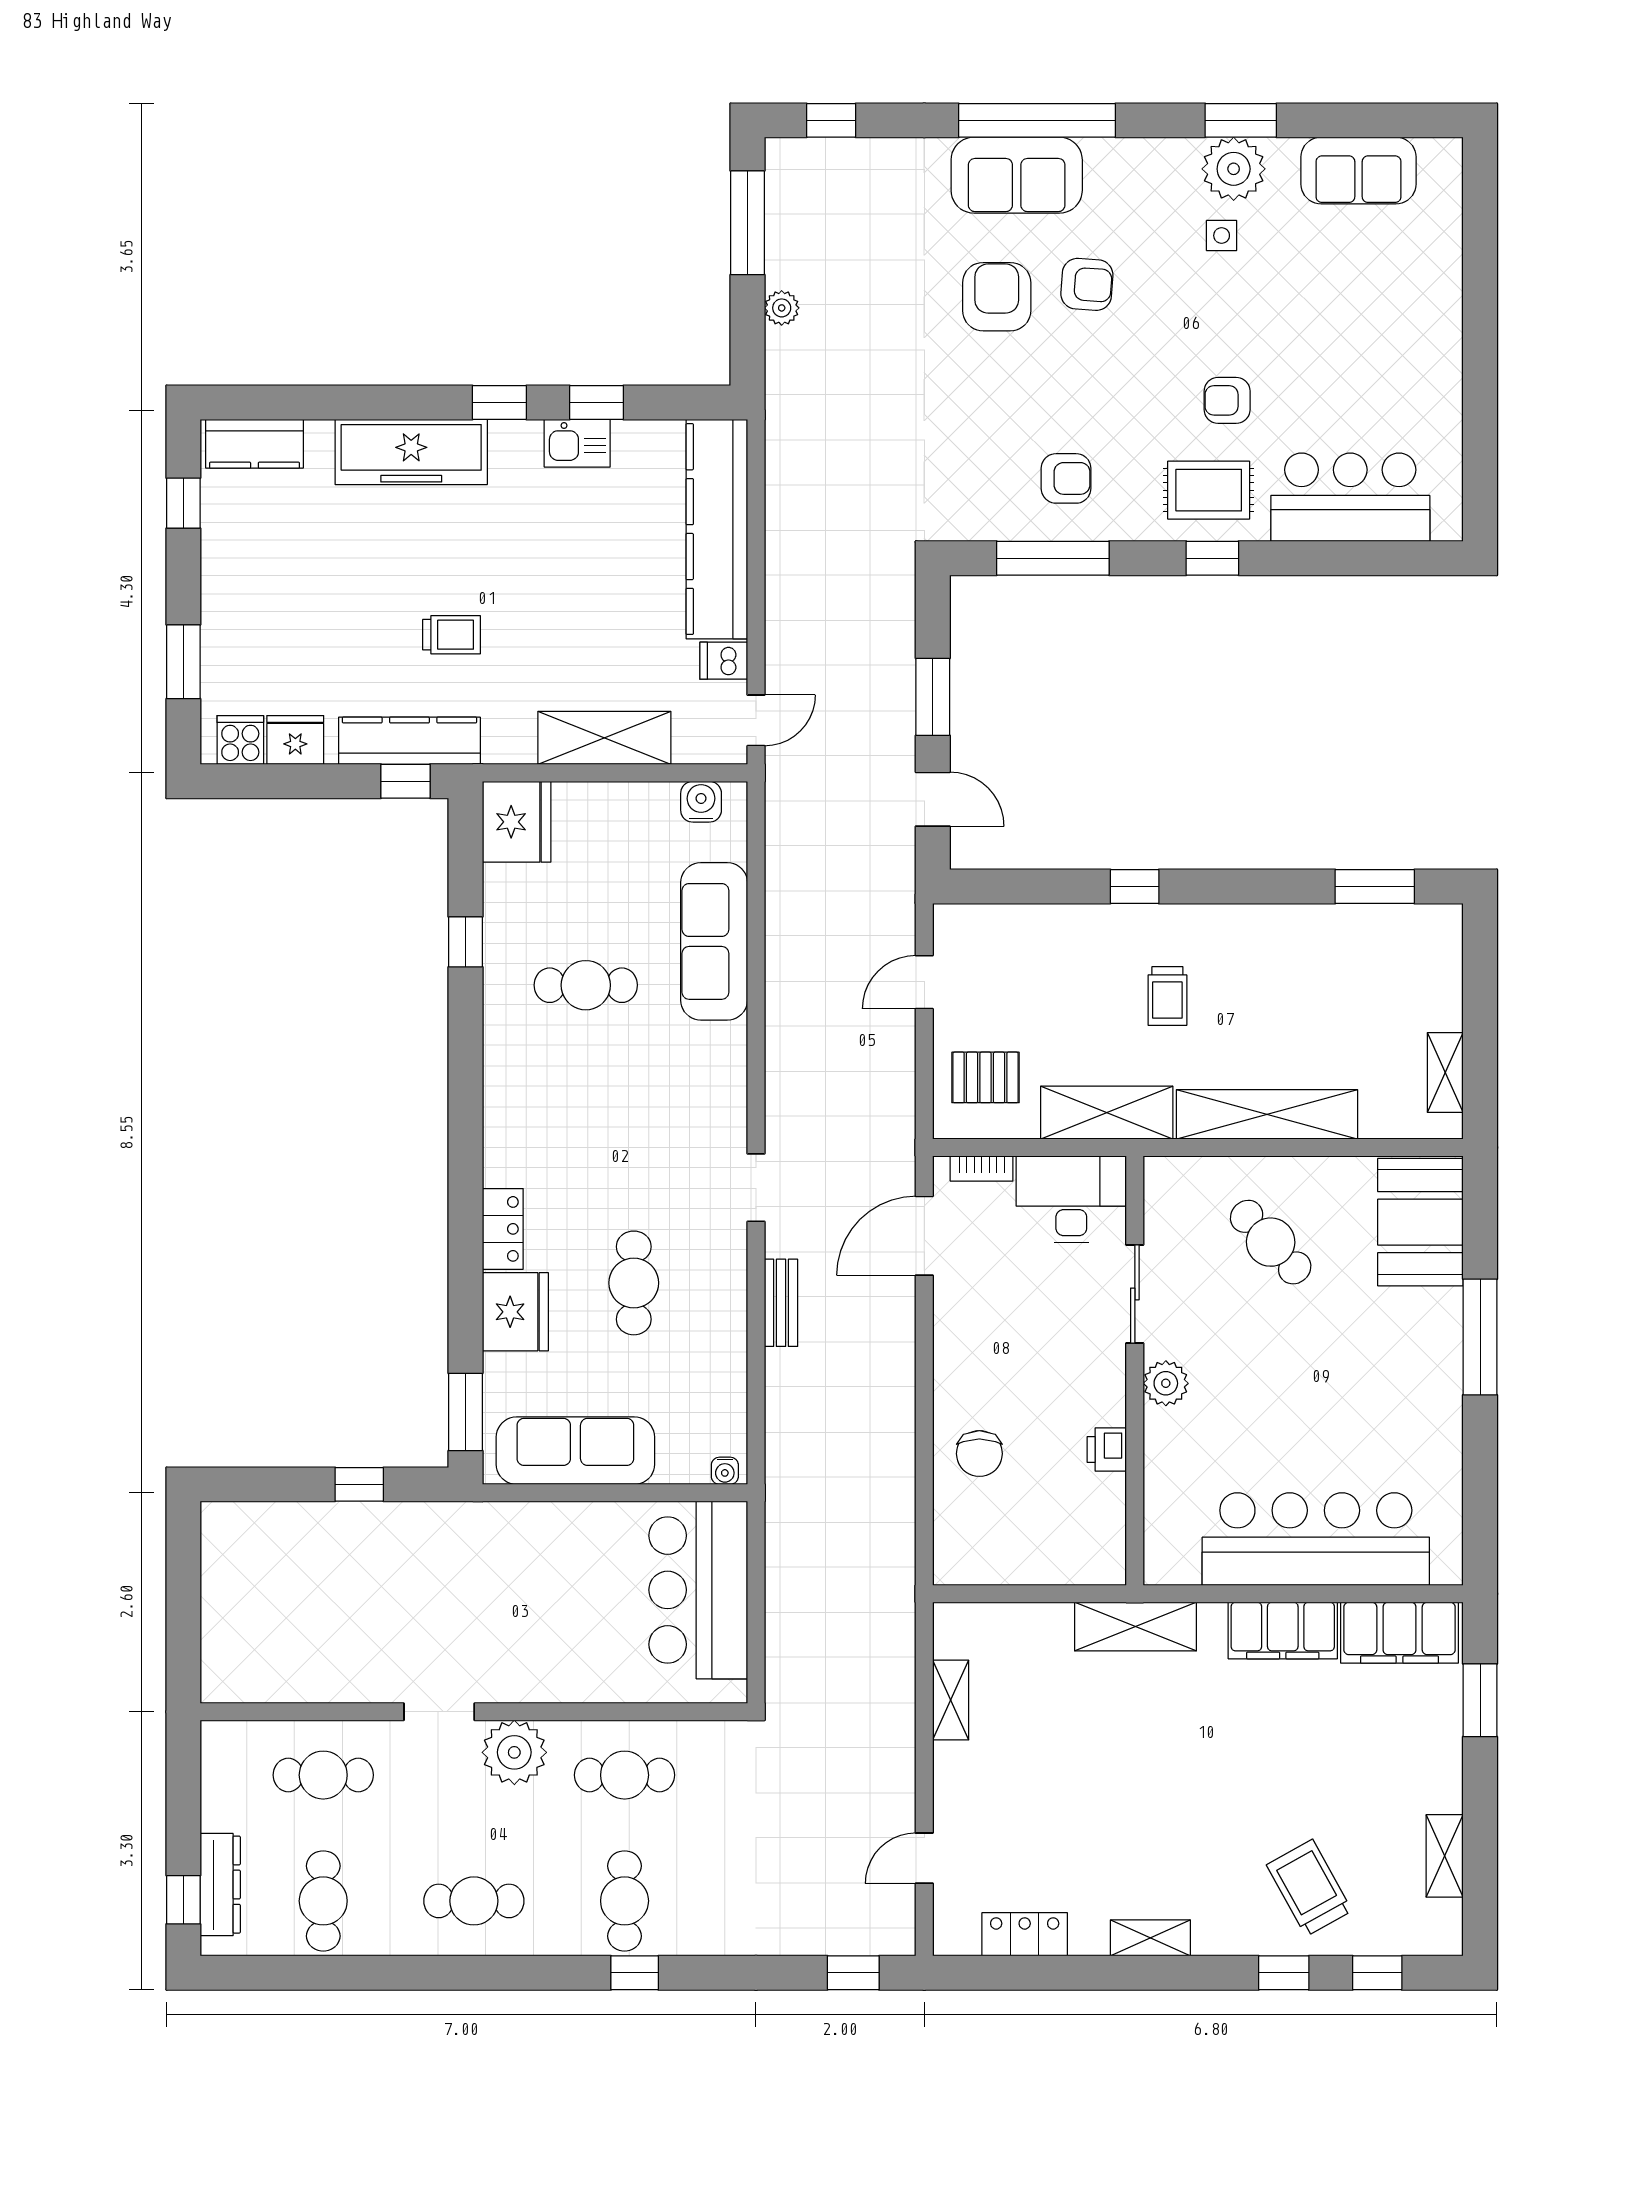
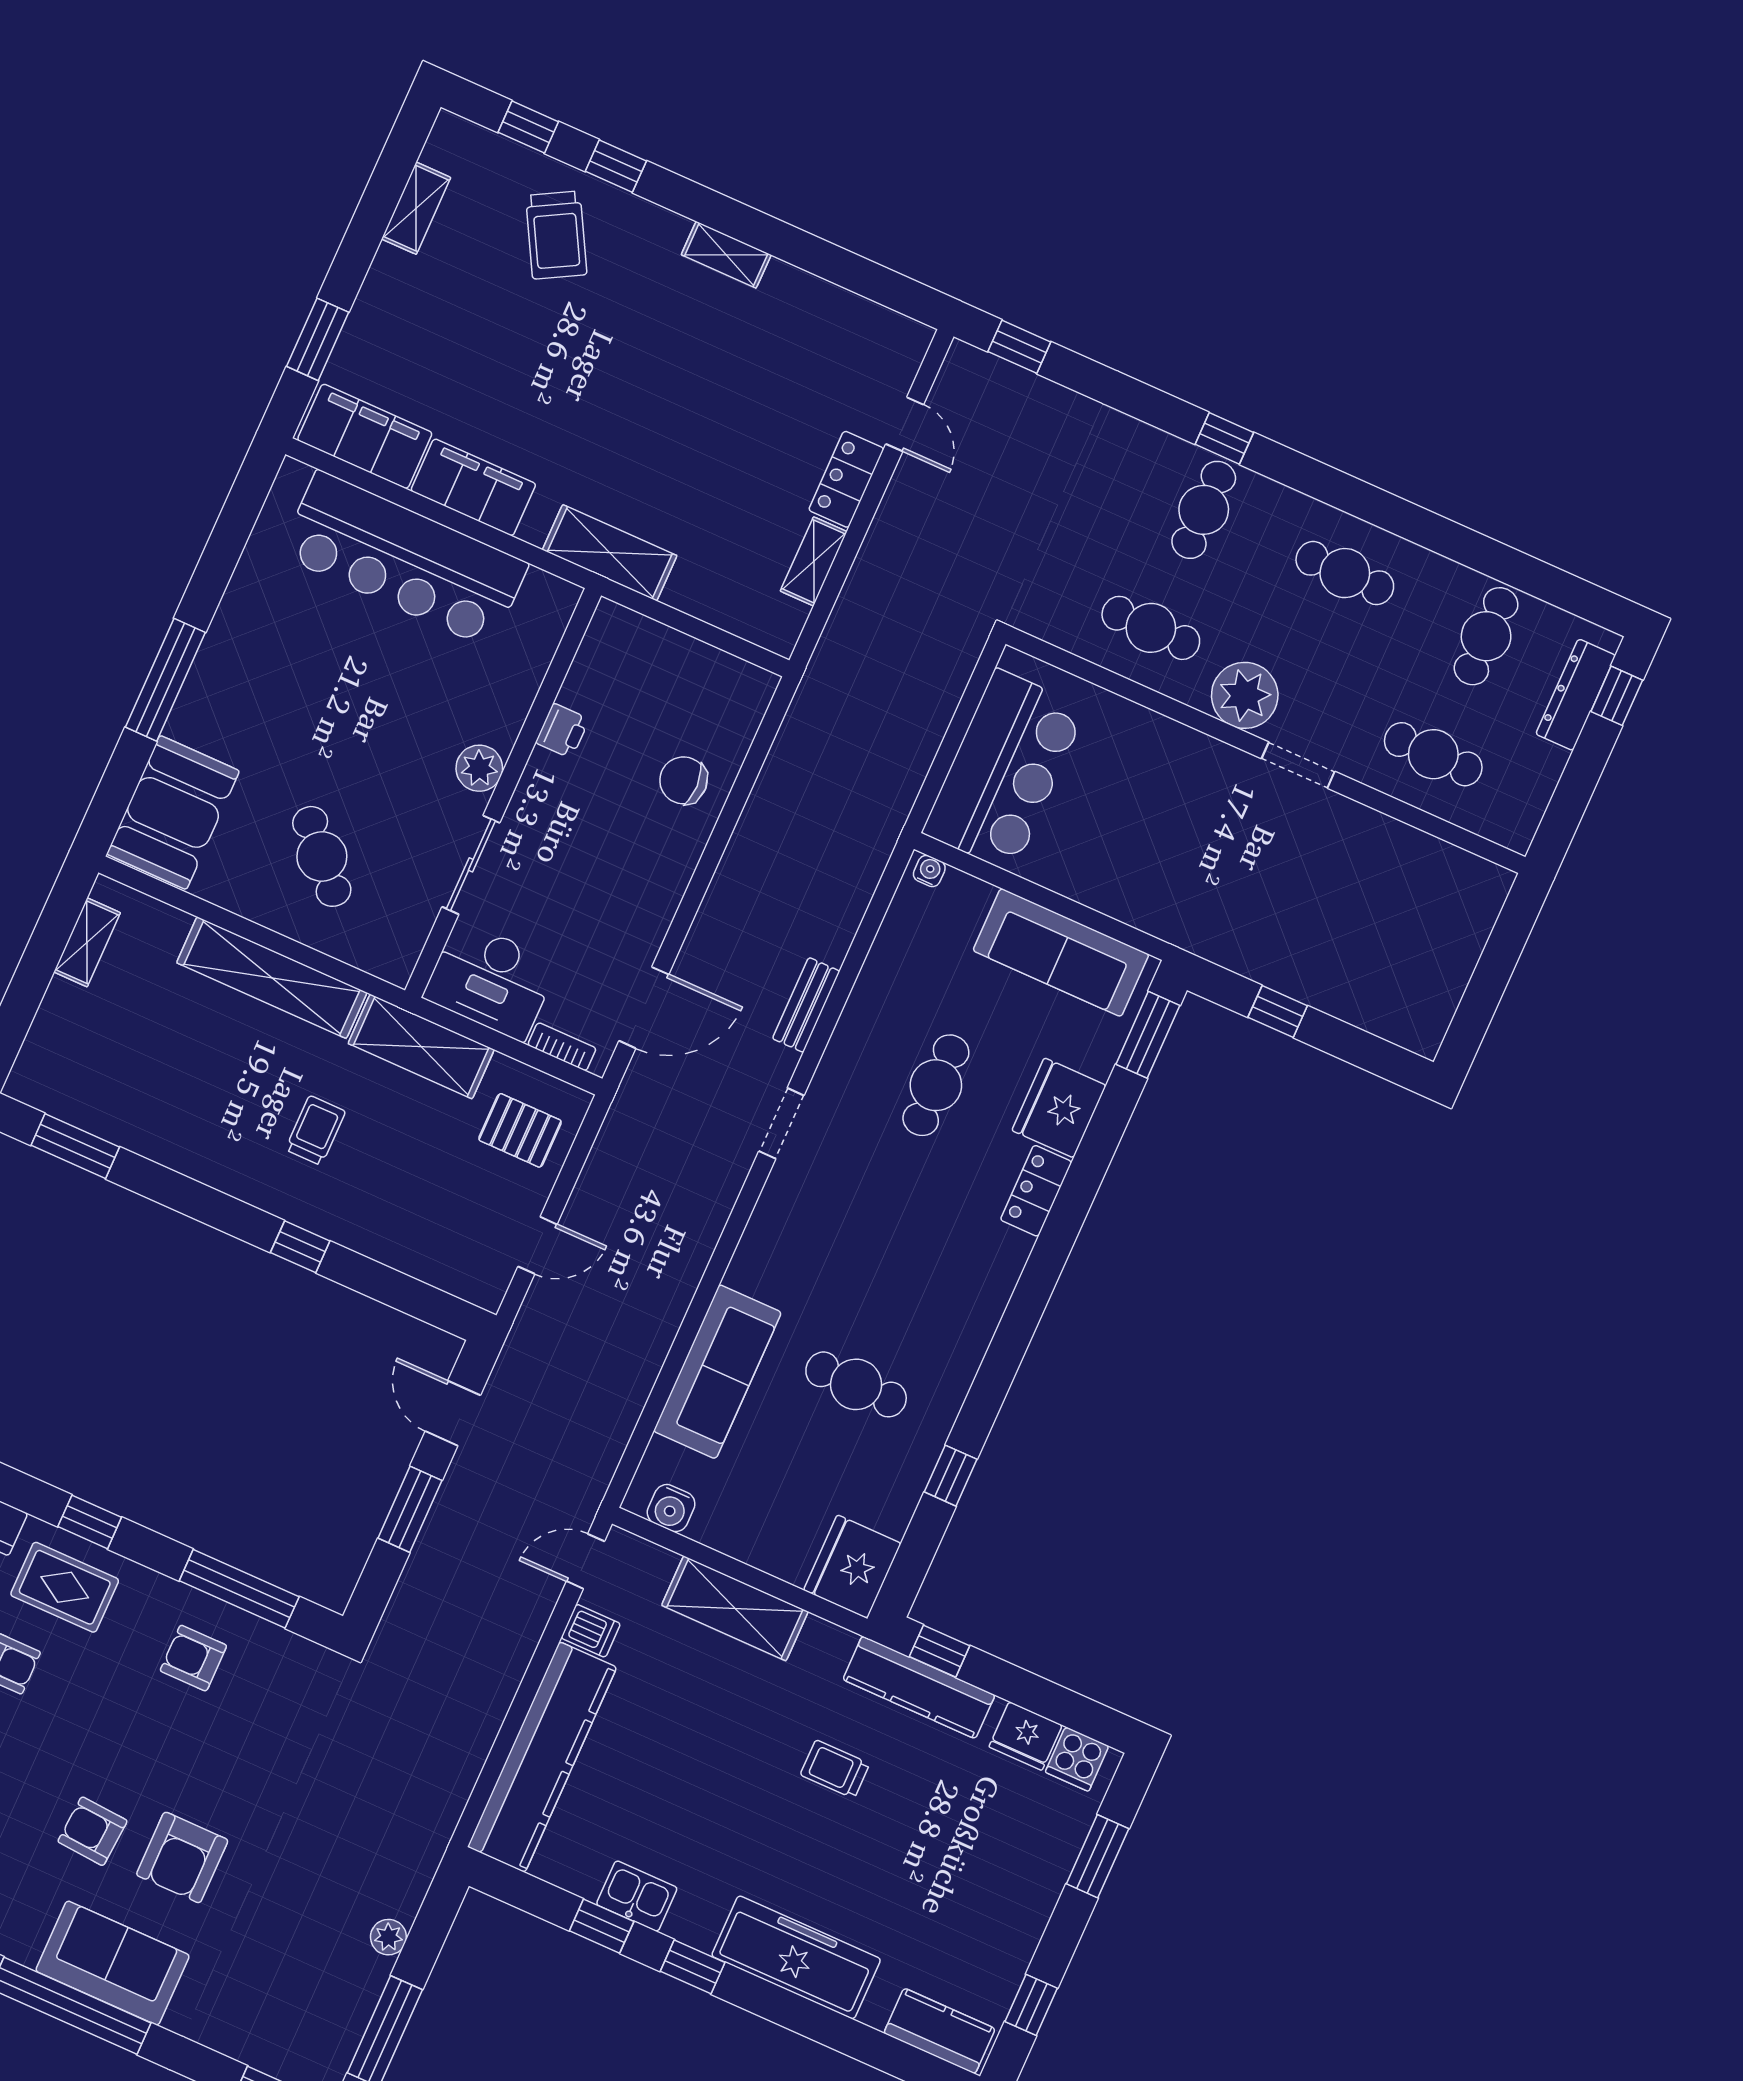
chair: (979, 1454) -> (683, 780), turned -92
door: (924, 1858) -> (905, 424), hinge flipped
locker: (1025, 1934) -> (846, 479), moved, turned 90

